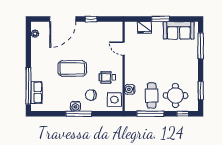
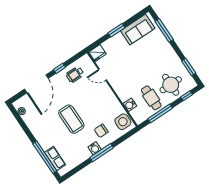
fridge: (144, 27) -> (97, 53), moved
coffee table: (72, 68) -> (71, 119), turned 90
wheelchair: (107, 77) -> (75, 74), moved

